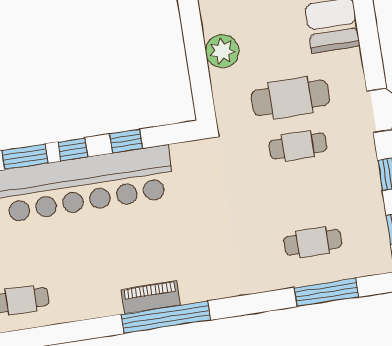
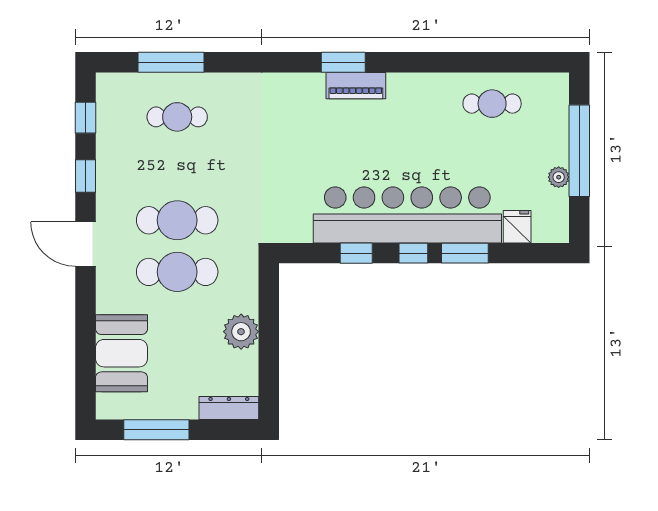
cafe table: (298, 146) -> (177, 220), width x1.37, depth x1.35
window: (166, 317) -> (343, 62), width x0.47

